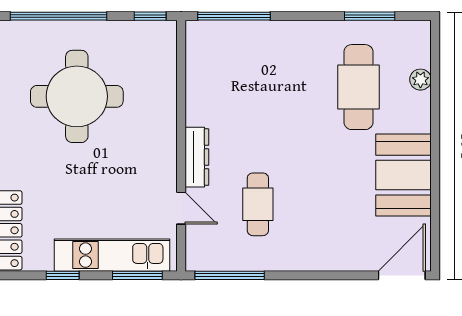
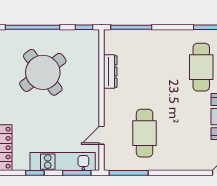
round table: (77, 96) -> (43, 72), turned -37
dresser: (197, 157) -> (110, 71), moved
cafe table: (258, 204) -> (145, 133), width x1.37, depth x1.35
door: (181, 208) -> (101, 135), swing flipped

